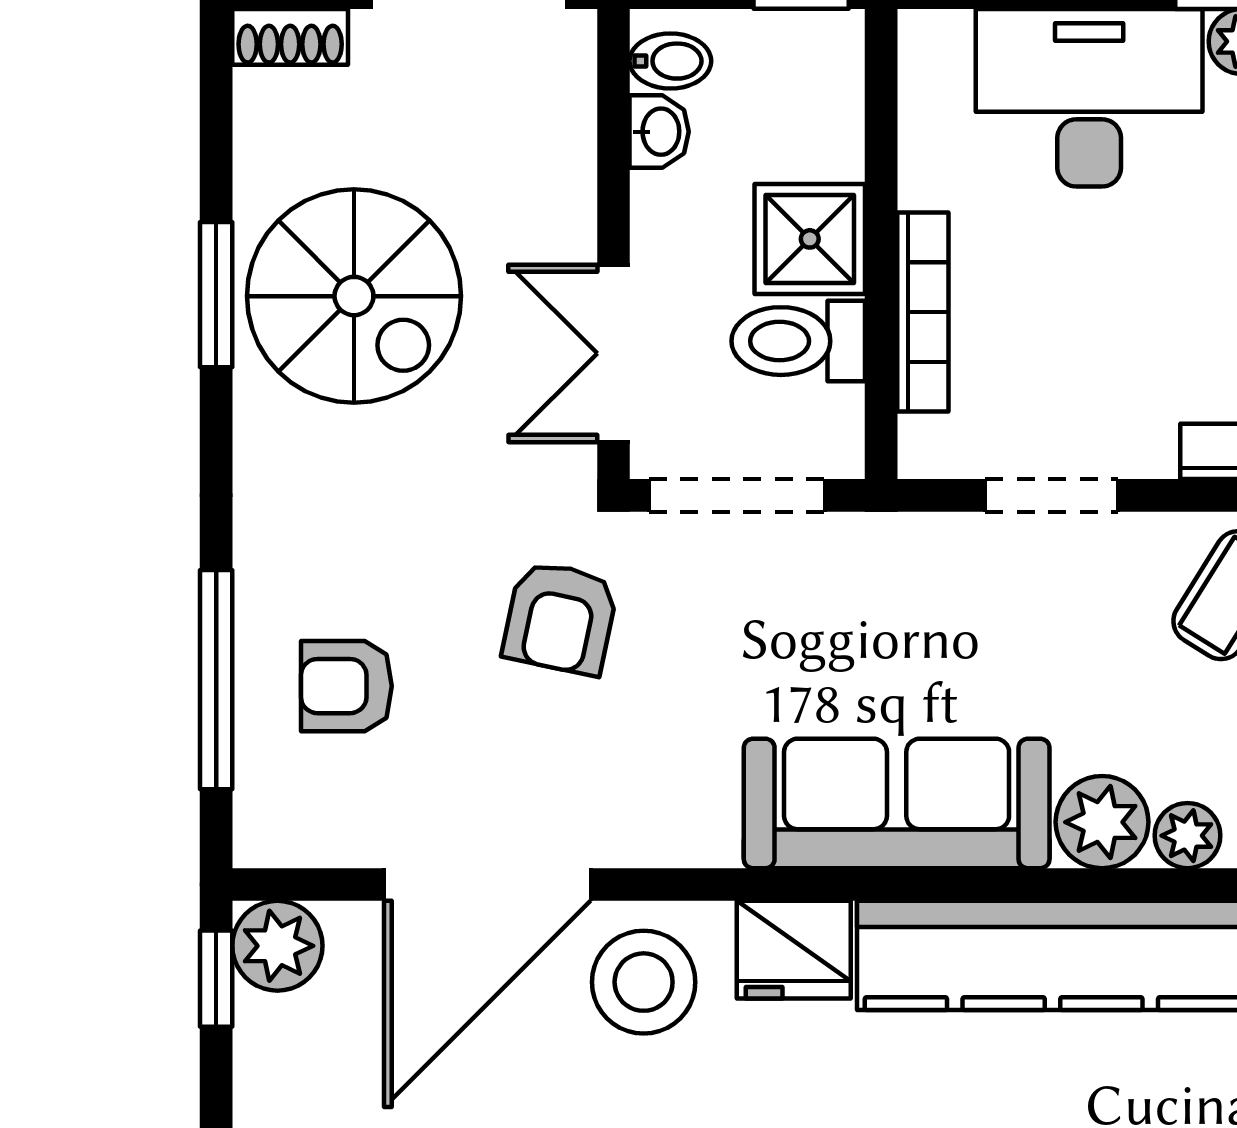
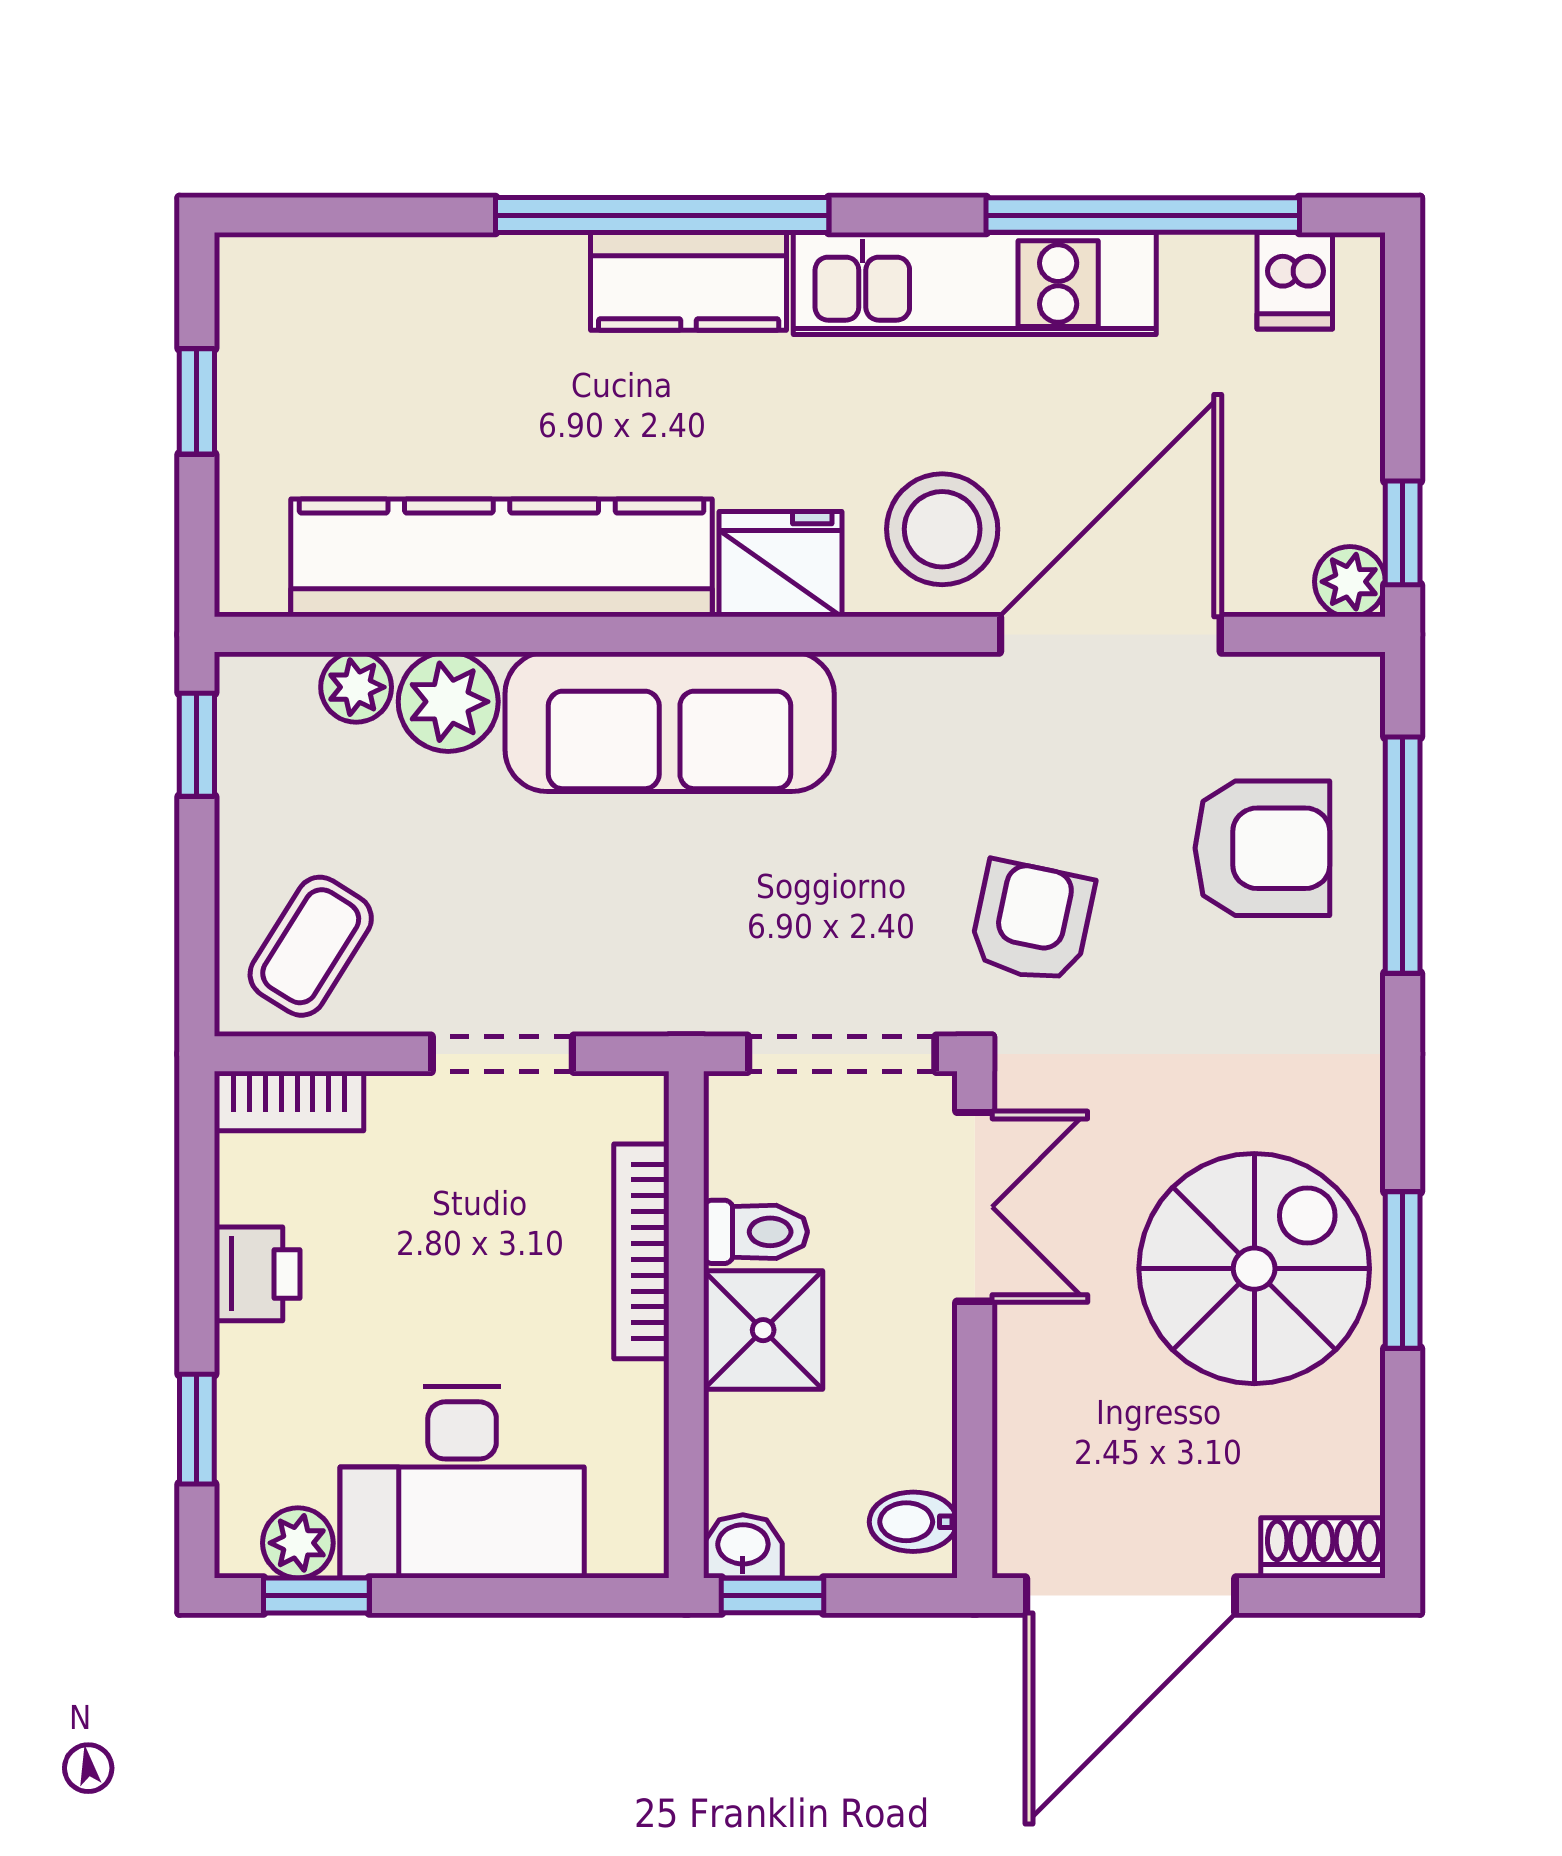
washbasin: (659, 132) -> (743, 1546), moved, turned 90
spiral stairs: (354, 296) -> (1254, 1269), turned 90
toilet: (798, 341) -> (756, 1232), width x0.73, depth x0.72
armchair: (346, 686) -> (1262, 848), width x1.38, depth x1.38
plant: (277, 946) -> (1350, 582), width x0.73, depth x0.73

